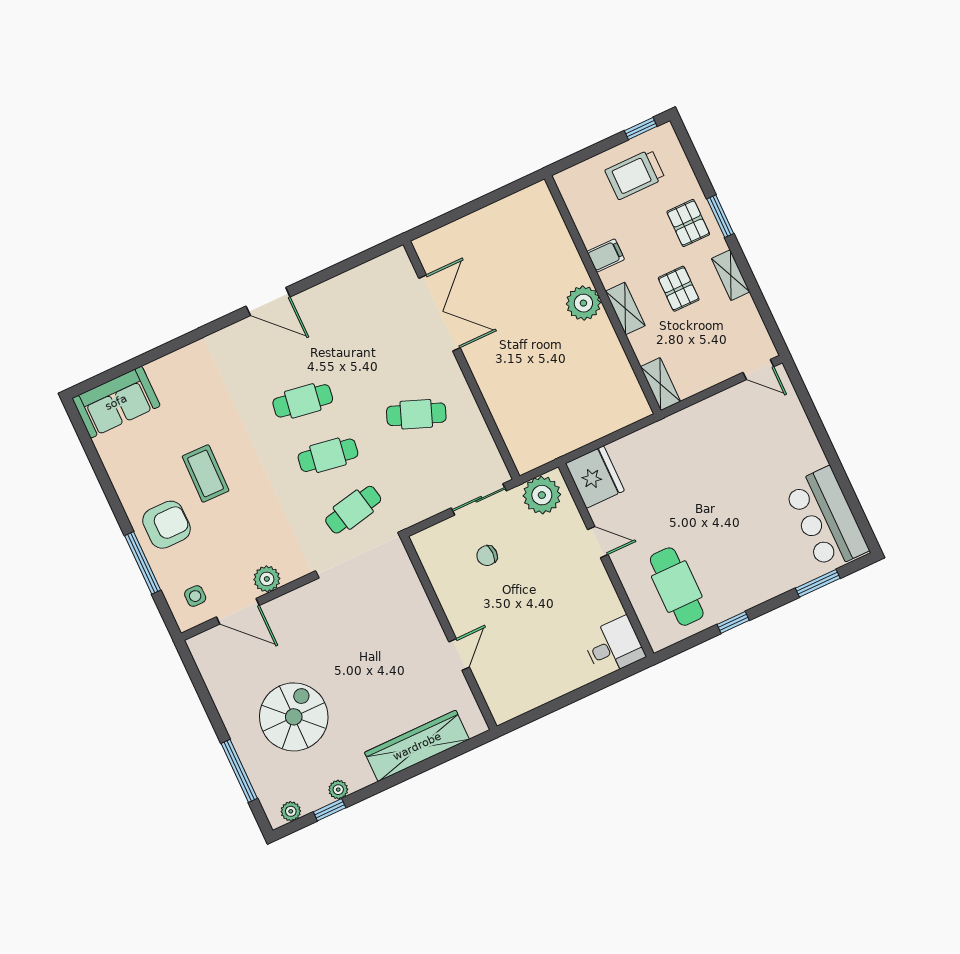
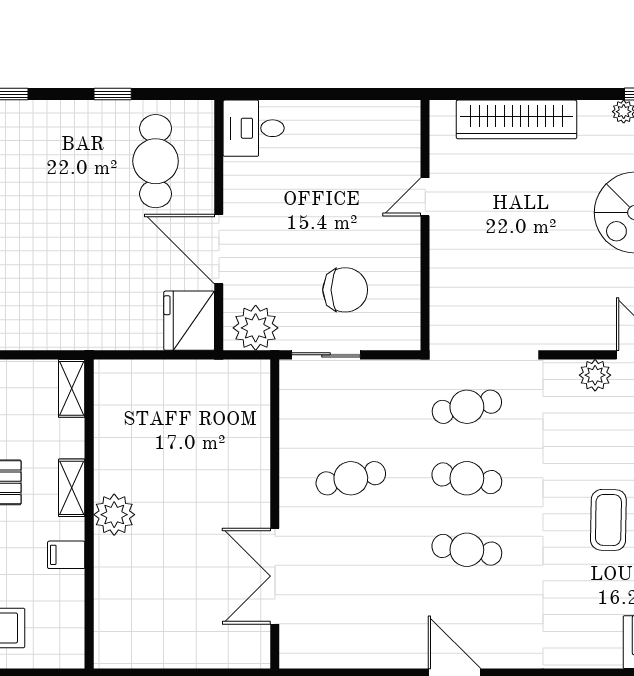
cafe table: (416, 414) -> (351, 478), turned -33
door: (598, 542) -> (219, 249), width x1.88
chair: (487, 556) -> (345, 290), width x1.87, depth x1.87

